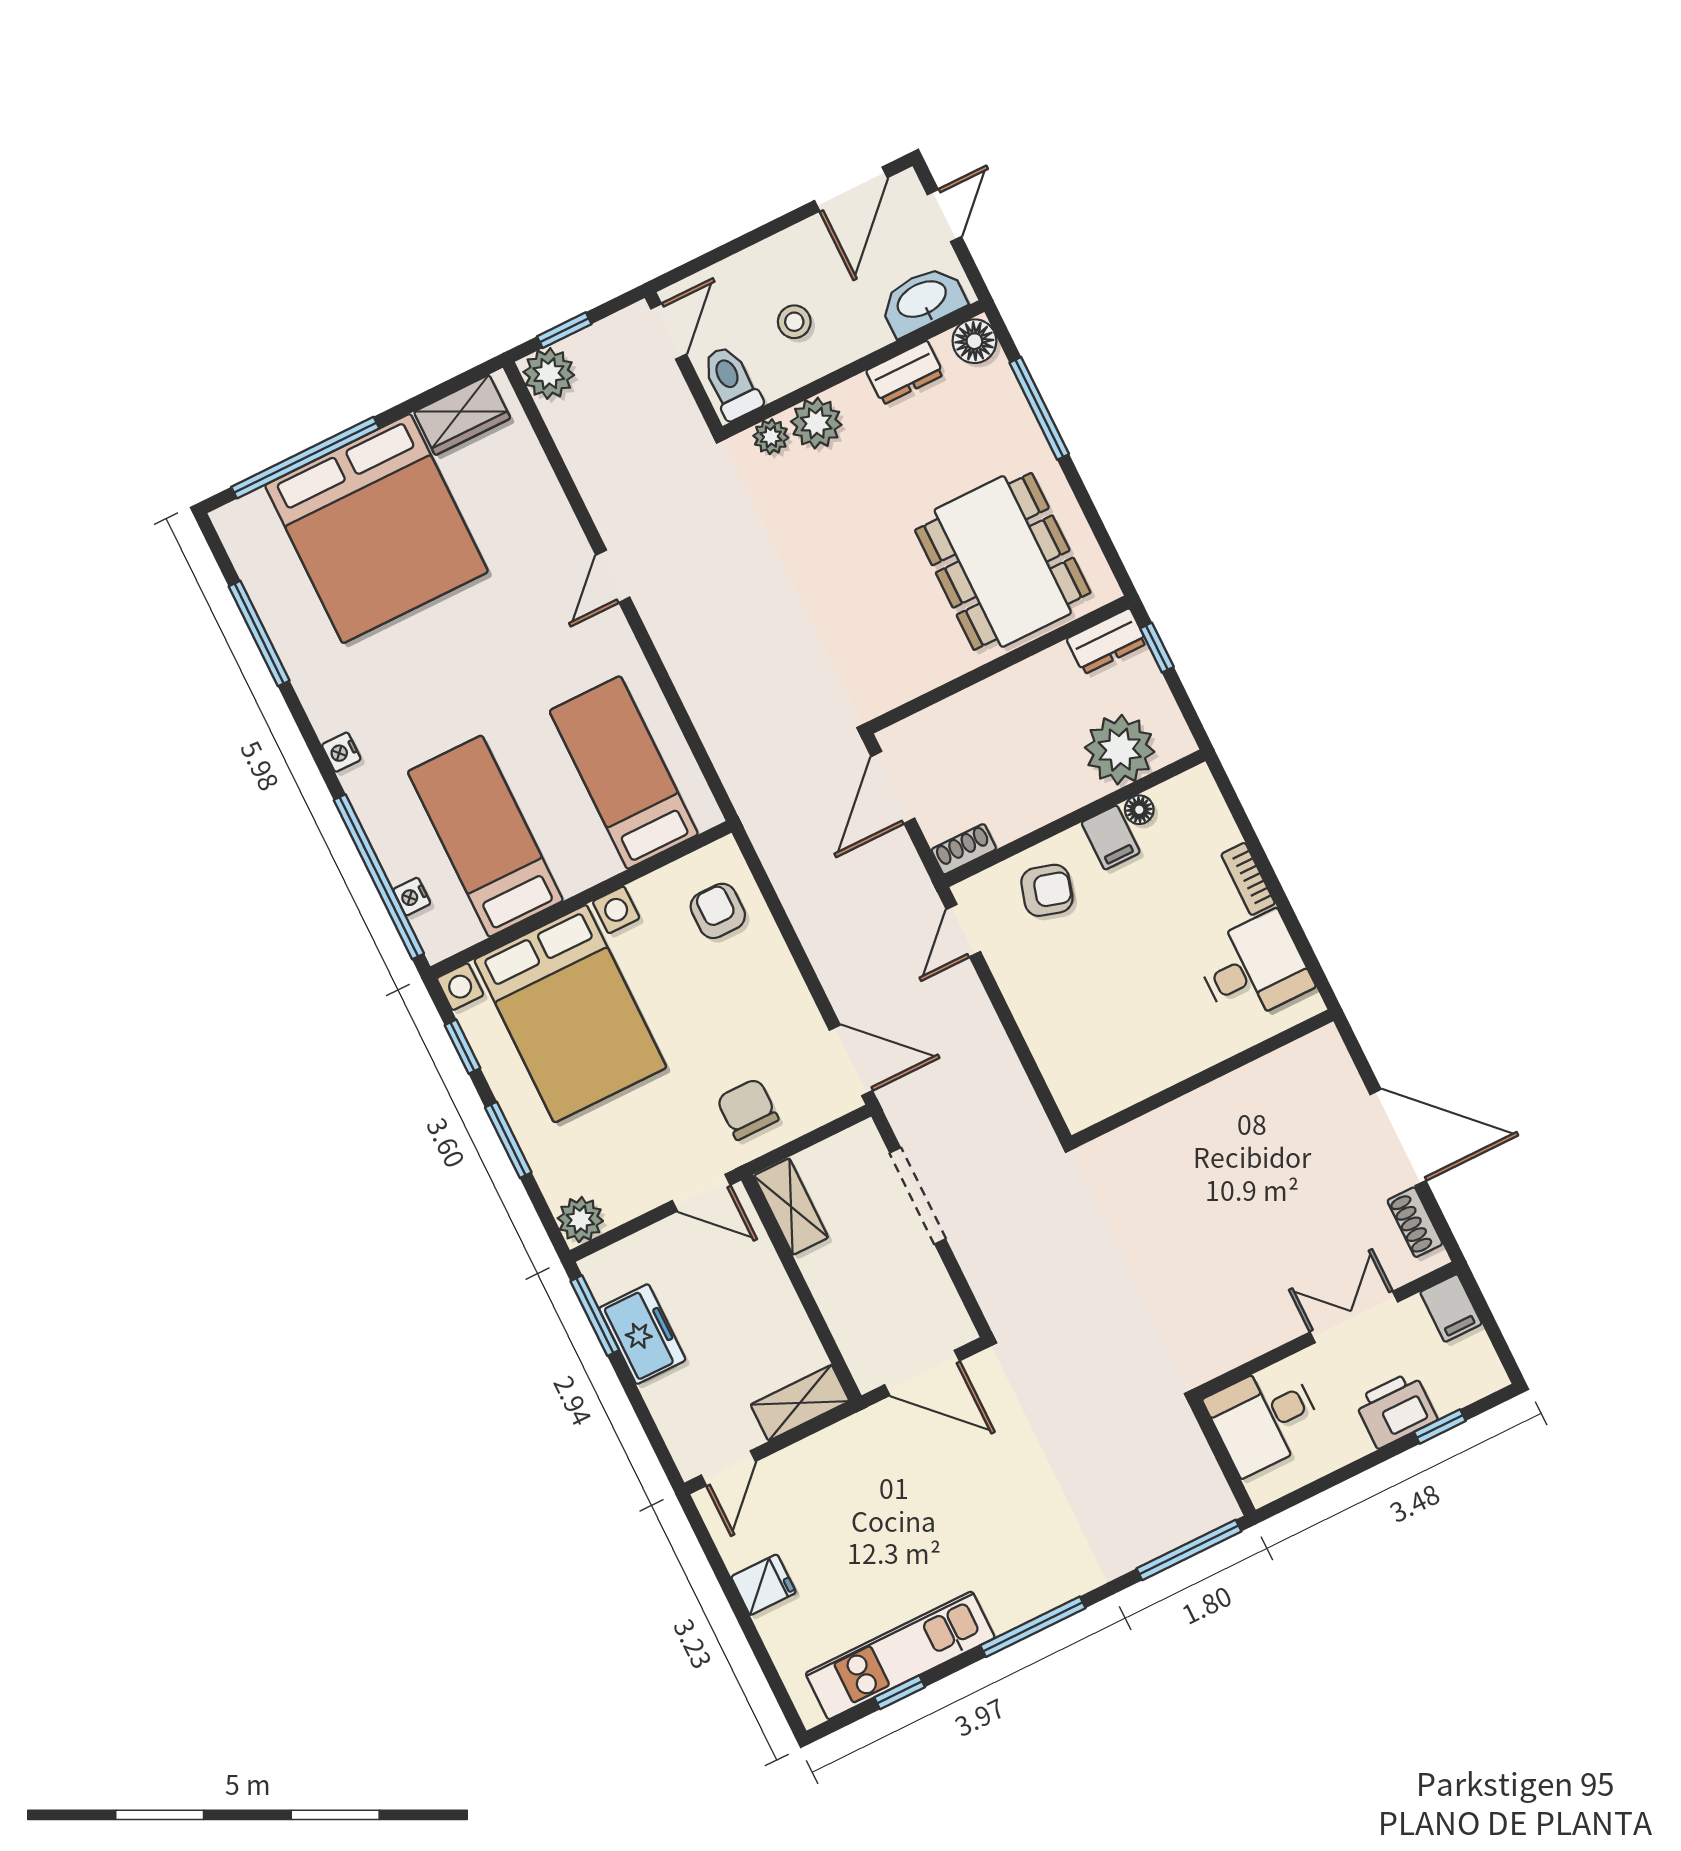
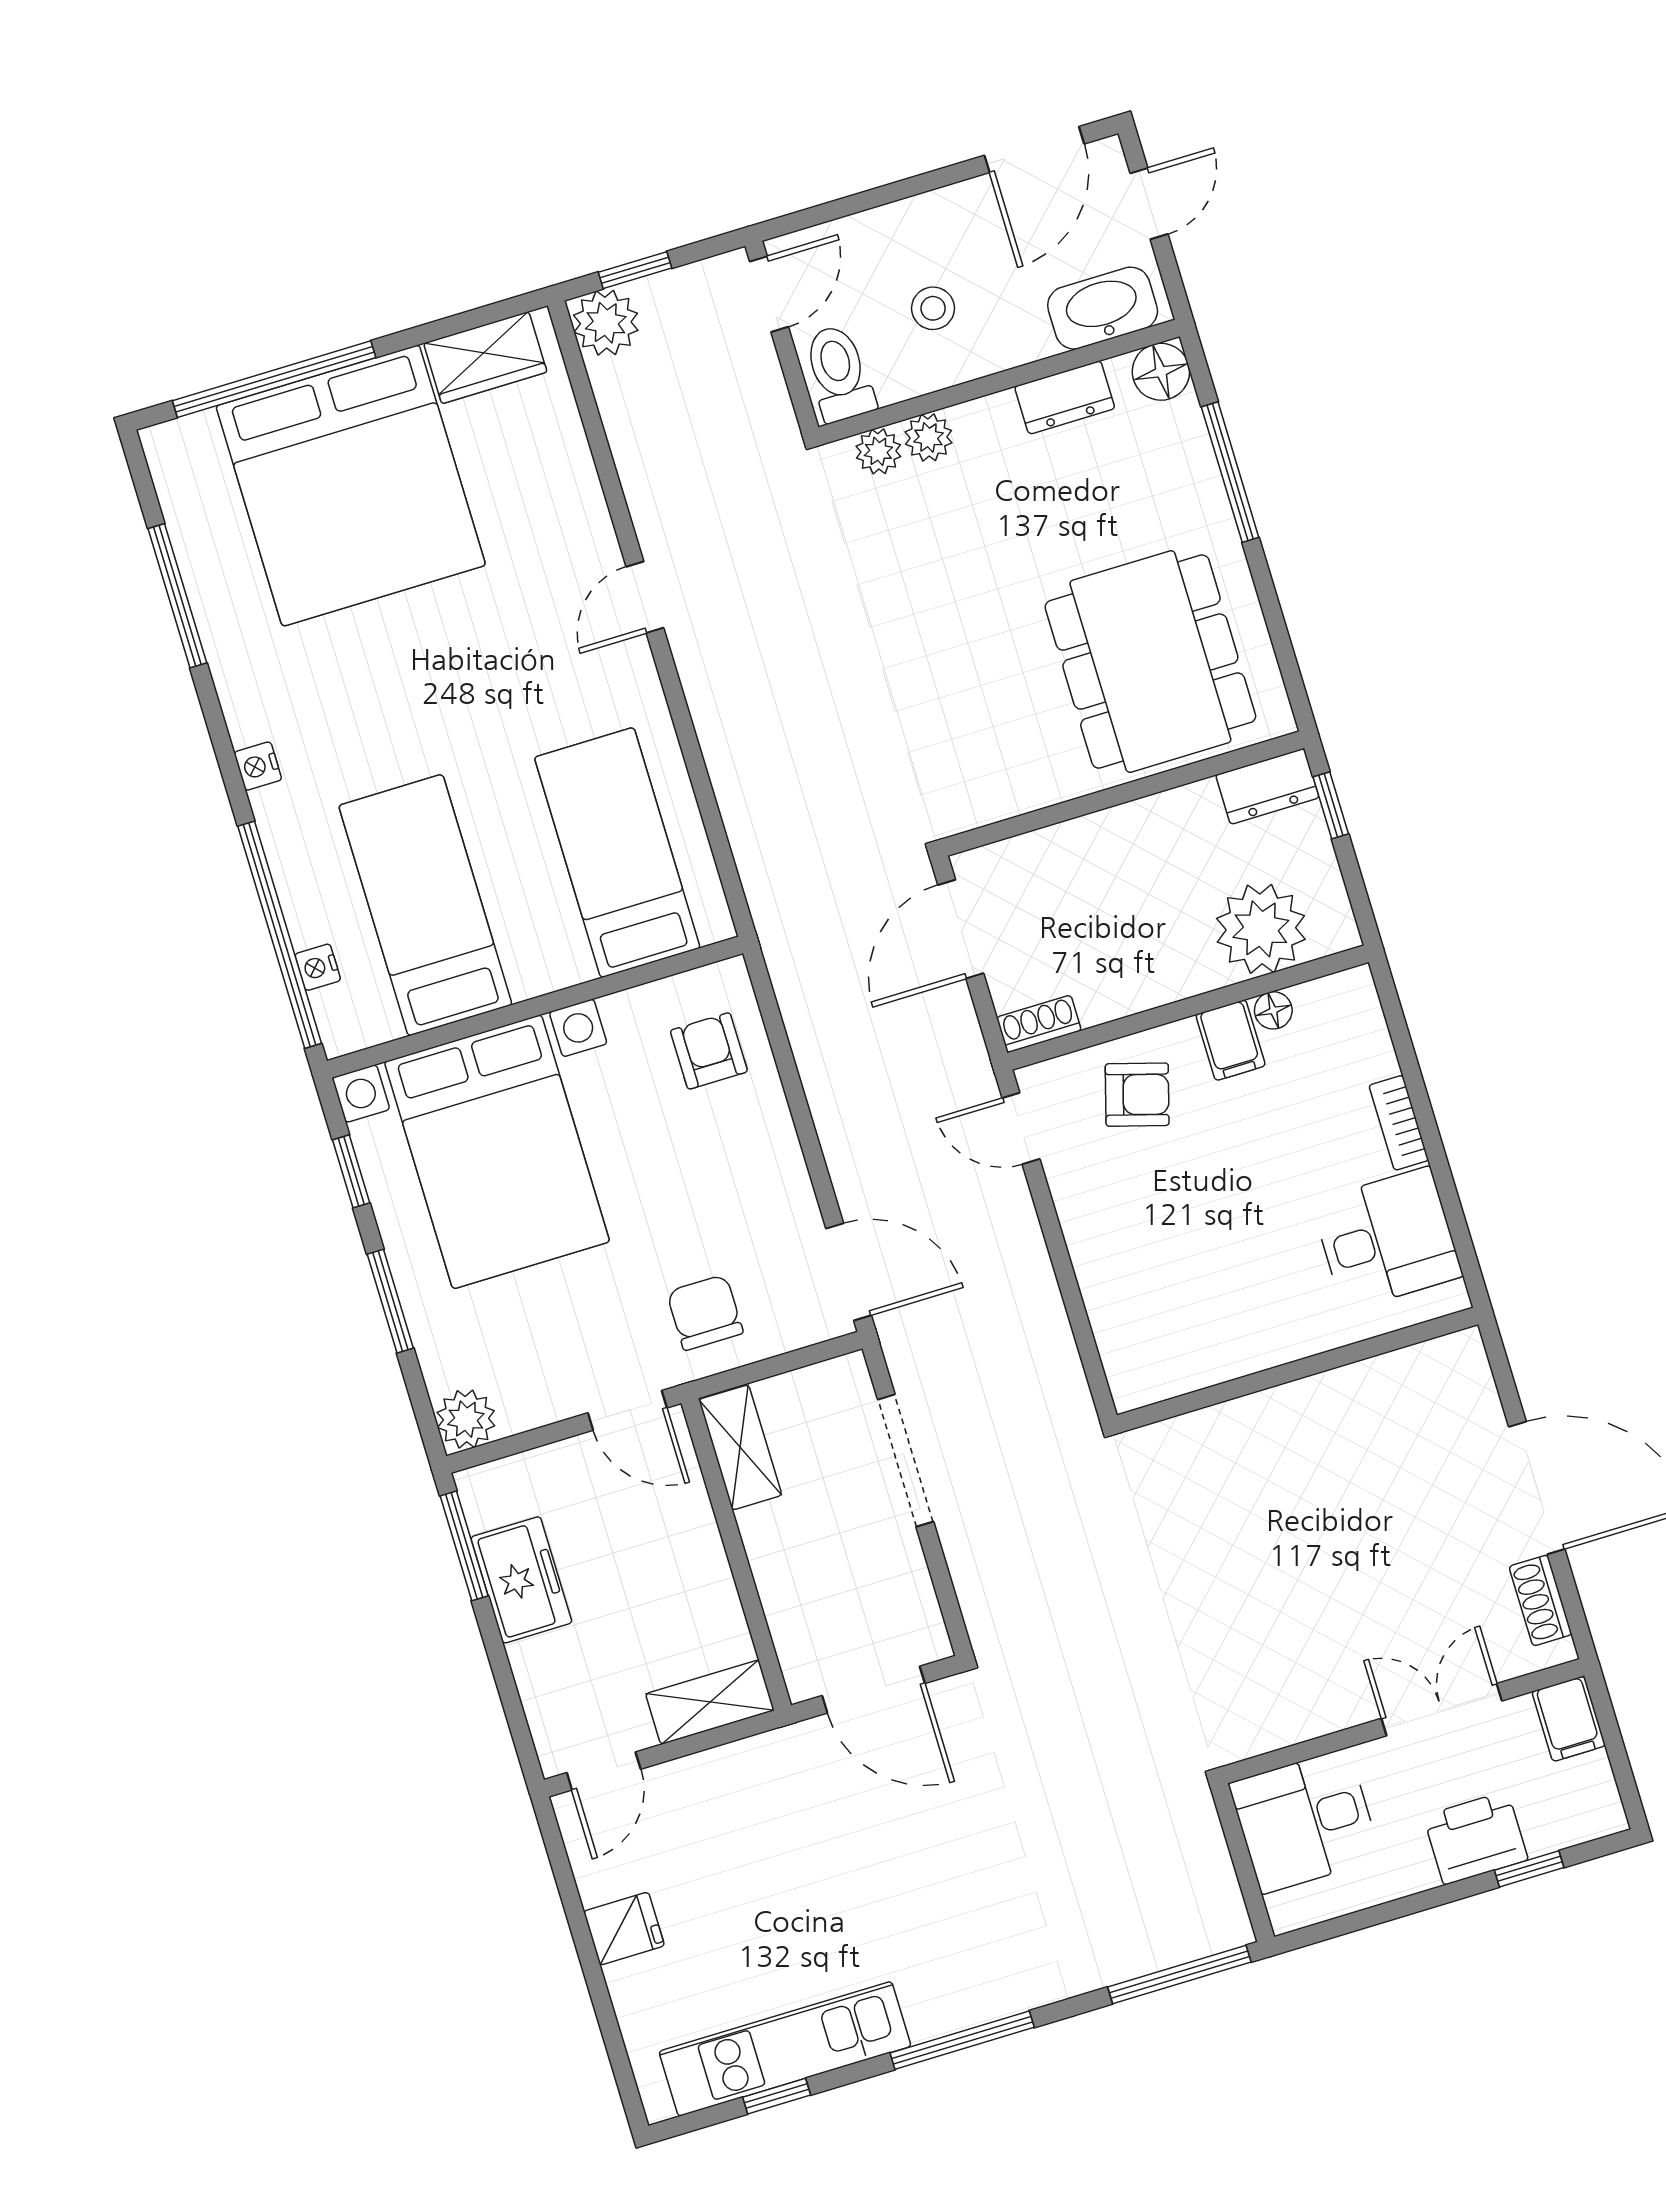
plant: (816, 423) -> (928, 437), width x0.73, depth x0.73
door: (963, 931) -> (1021, 1129), hinge flipped

